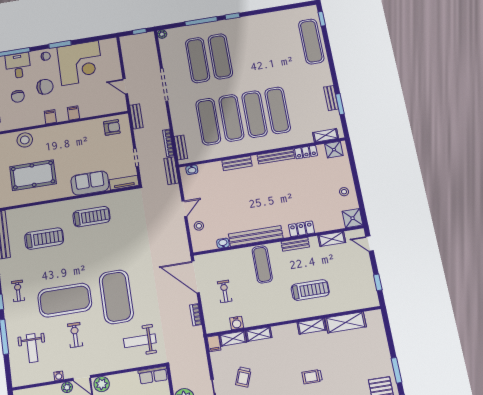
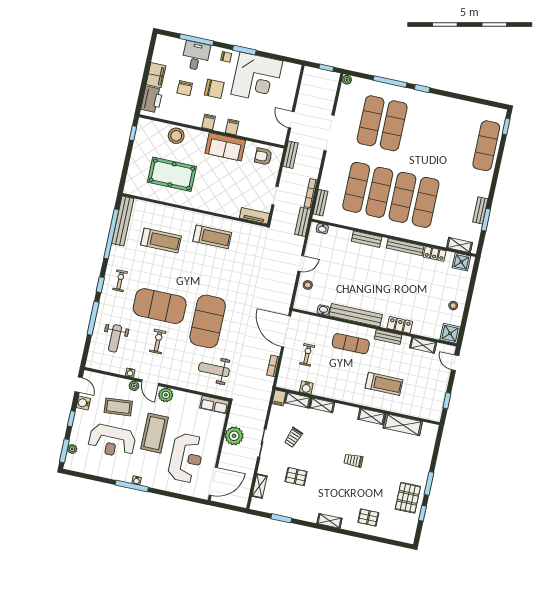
armchair: (112, 127) -> (263, 156), turned 180
sofa: (90, 183) -> (225, 147), moved, turned 180
exercise mat: (262, 264) -> (351, 344), turned 90

